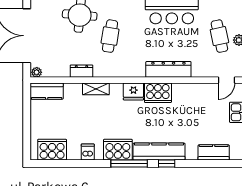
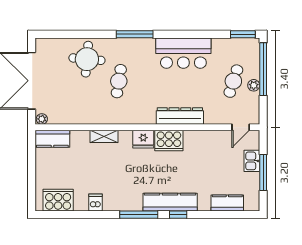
cafe table: (219, 36) -> (233, 81), turned 30
dresser: (81, 71) -> (89, 118), removed
cooker: (118, 150) -> (127, 200), removed

